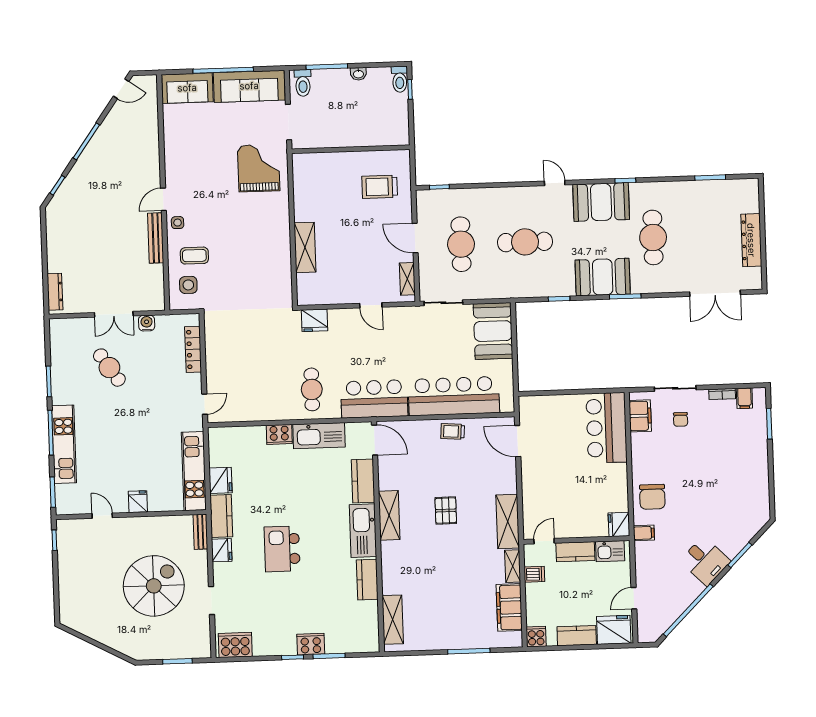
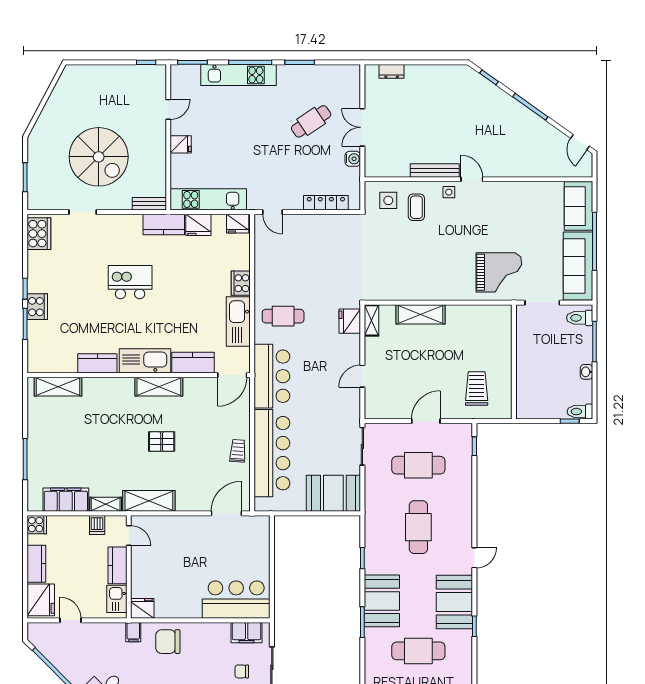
shelving: (407, 279) -> (371, 320), moved, turned 90
dresser: (55, 292) -> (392, 71), width x0.70
fridge: (222, 550) -> (238, 224), moved

